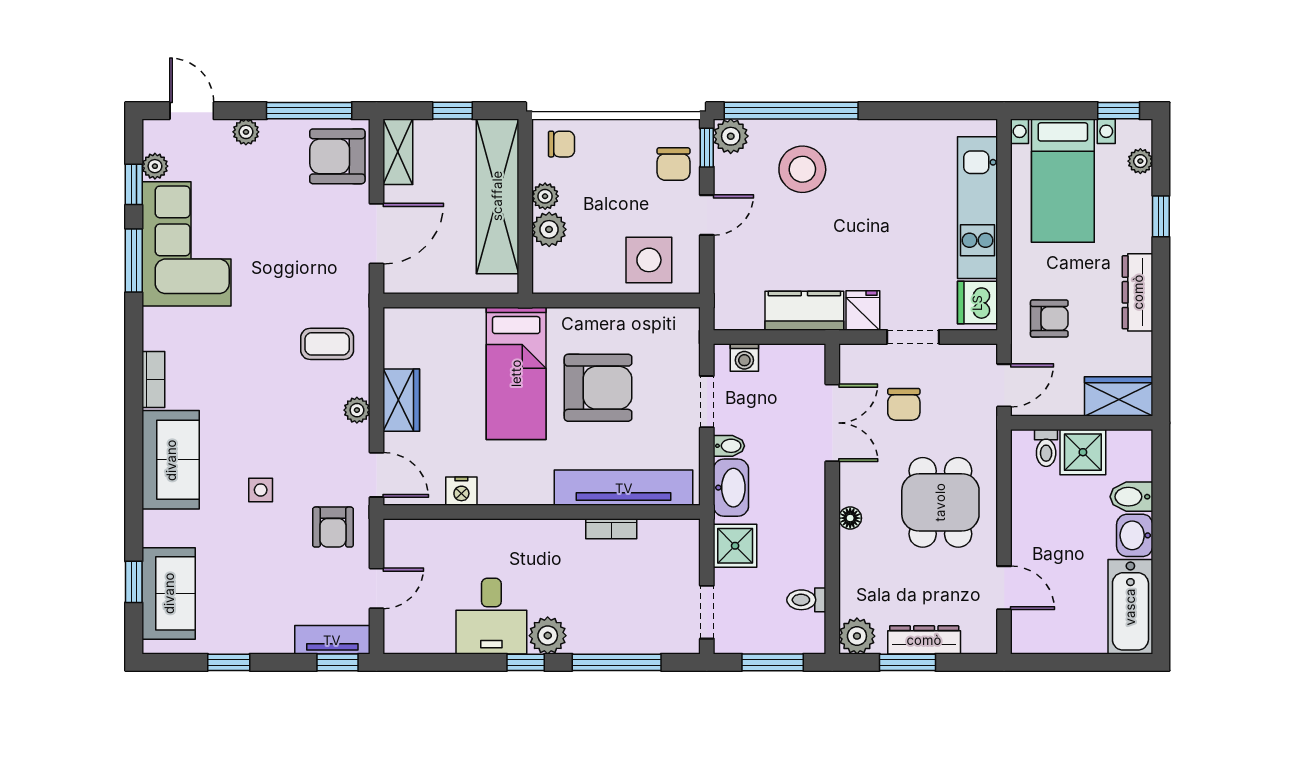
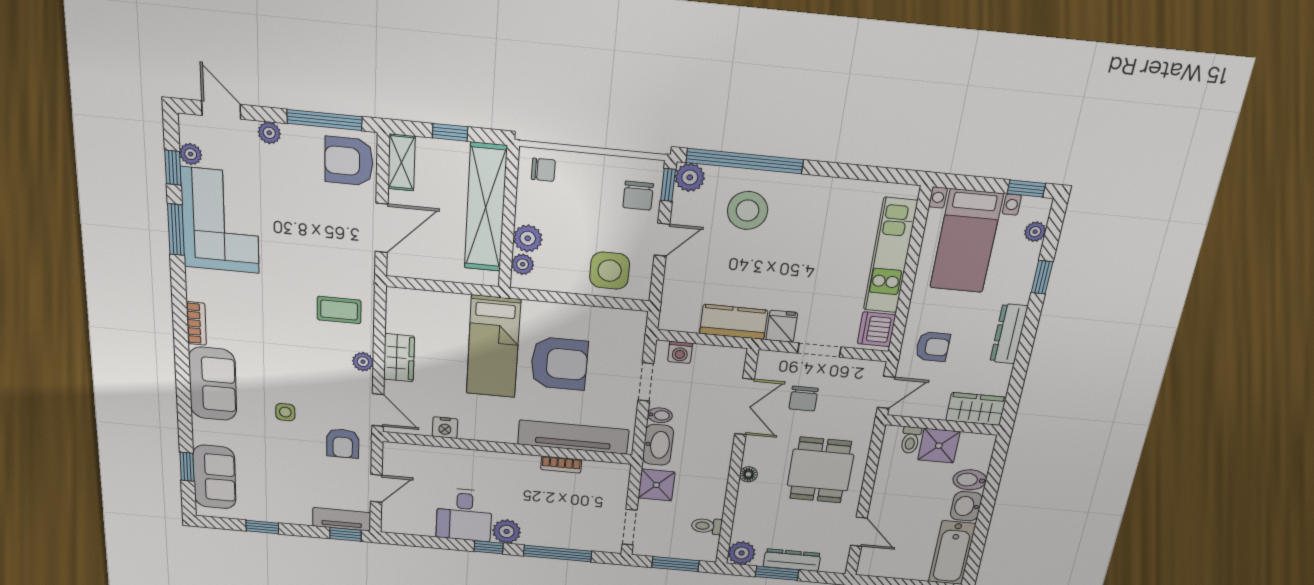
plant: (545, 196) -> (523, 264), moved

